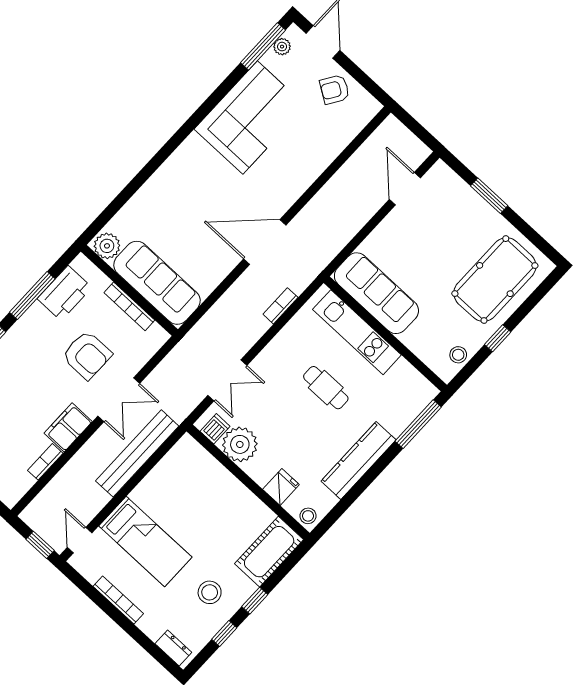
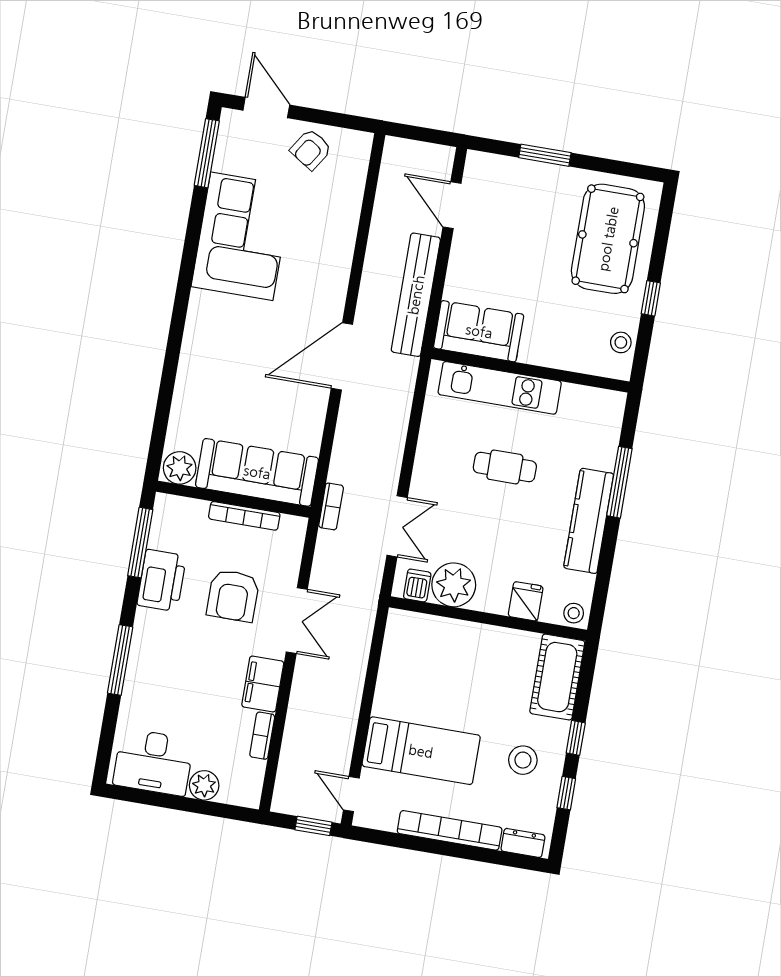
plant: (282, 47) -> (227, 140), removed
printer: (65, 293) -> (162, 580), moved
sofa: (376, 293) -> (479, 331), width x0.73
window: (32, 296) -> (140, 543), moved
bookcase: (280, 306) -> (331, 506), moved, turned 180
armchair: (87, 355) -> (233, 596), turned 90
window: (418, 424) -> (619, 482), moved
bench: (137, 453) -> (416, 295), moved
bookcase: (118, 600) -> (450, 830), width x1.48, depth x1.31

